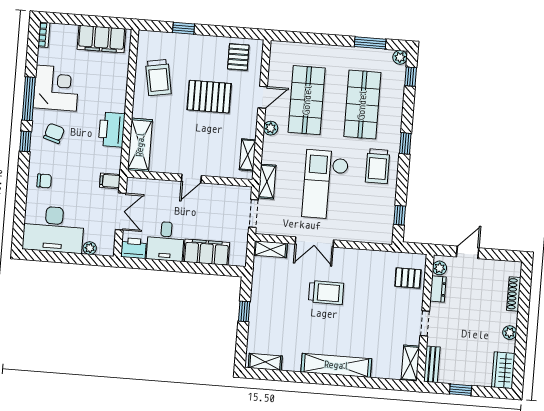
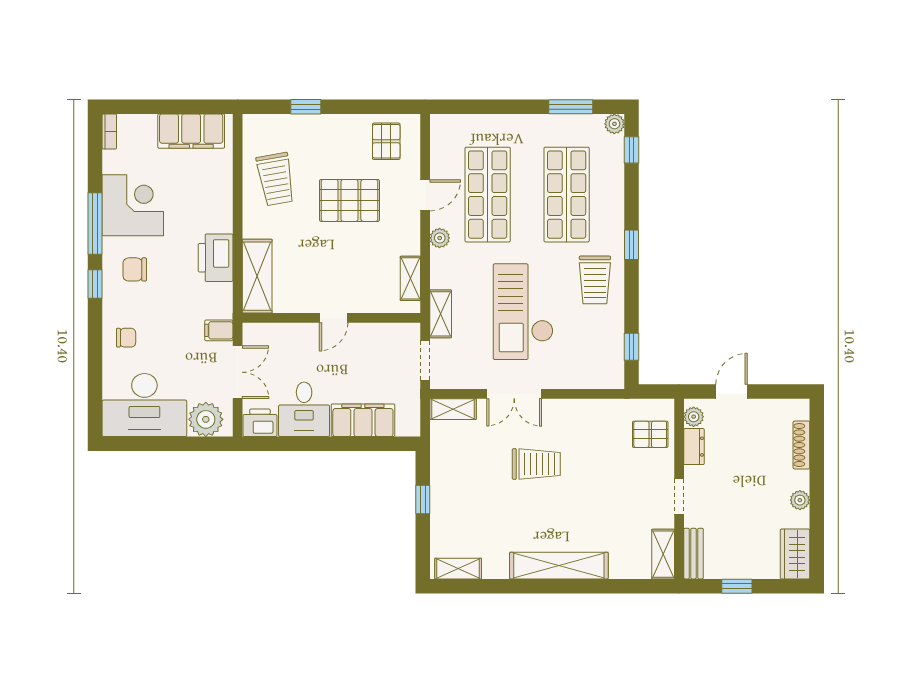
chair: (54, 133) -> (135, 269), turned -107
plant: (90, 248) -> (206, 419), width x1.87, depth x1.87

